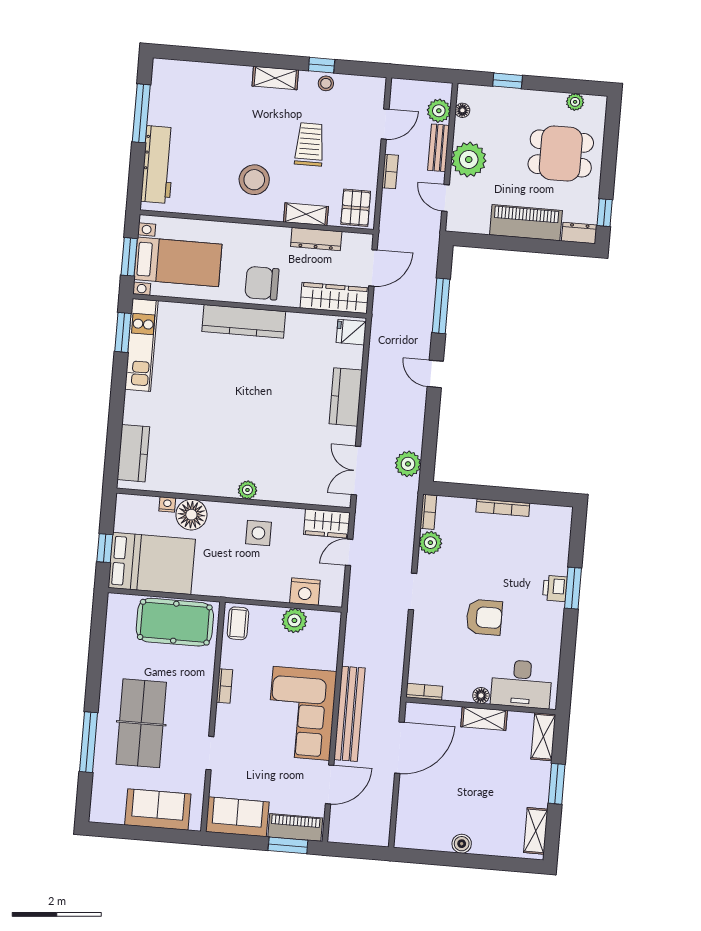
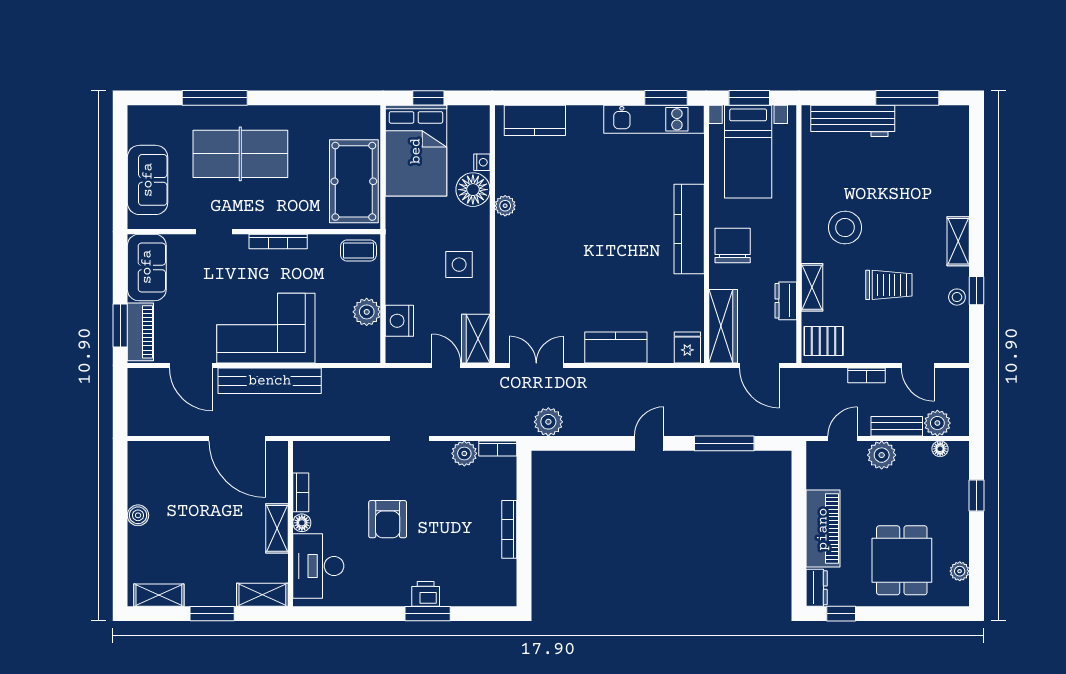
plant: (469, 160) -> (882, 455), width x0.73, depth x0.73
dresser: (316, 239) -> (786, 301), width x0.70
plant: (247, 490) -> (505, 206), moved
bookcase: (225, 686) -> (278, 242), width x1.56
bookcase: (424, 692) -> (301, 492), moved

